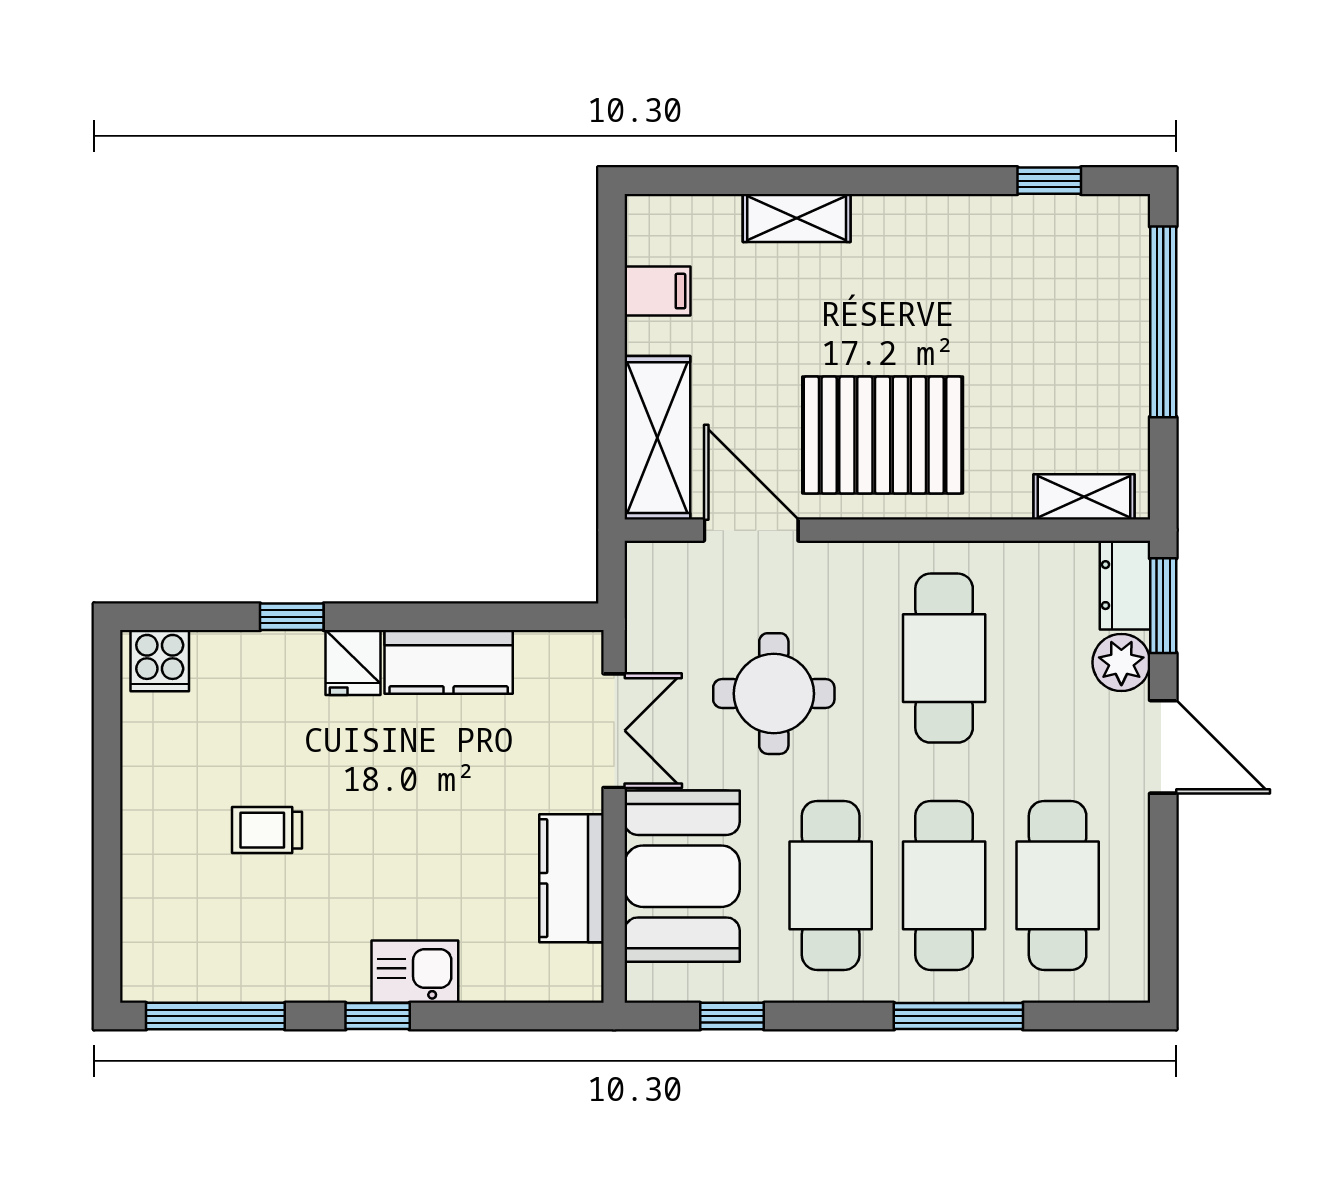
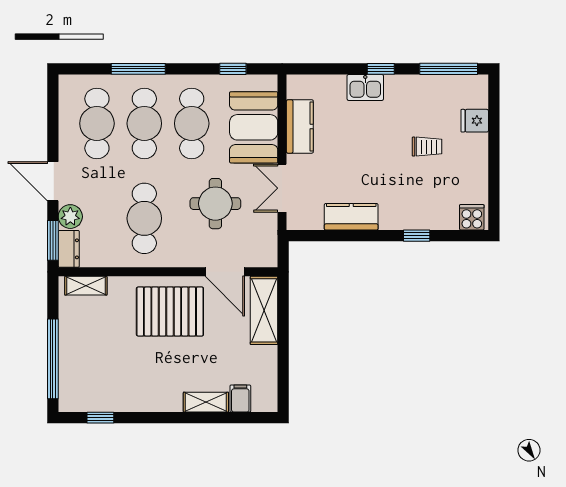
filing cabinet: (657, 291) -> (240, 399), moved, turned 90
fridge: (353, 663) -> (475, 121), moved, turned -90

